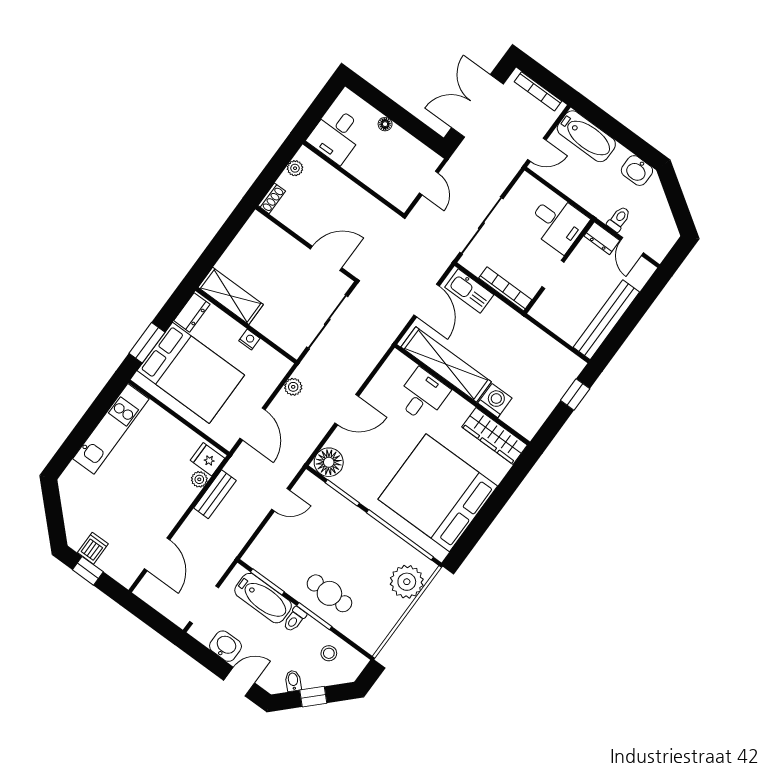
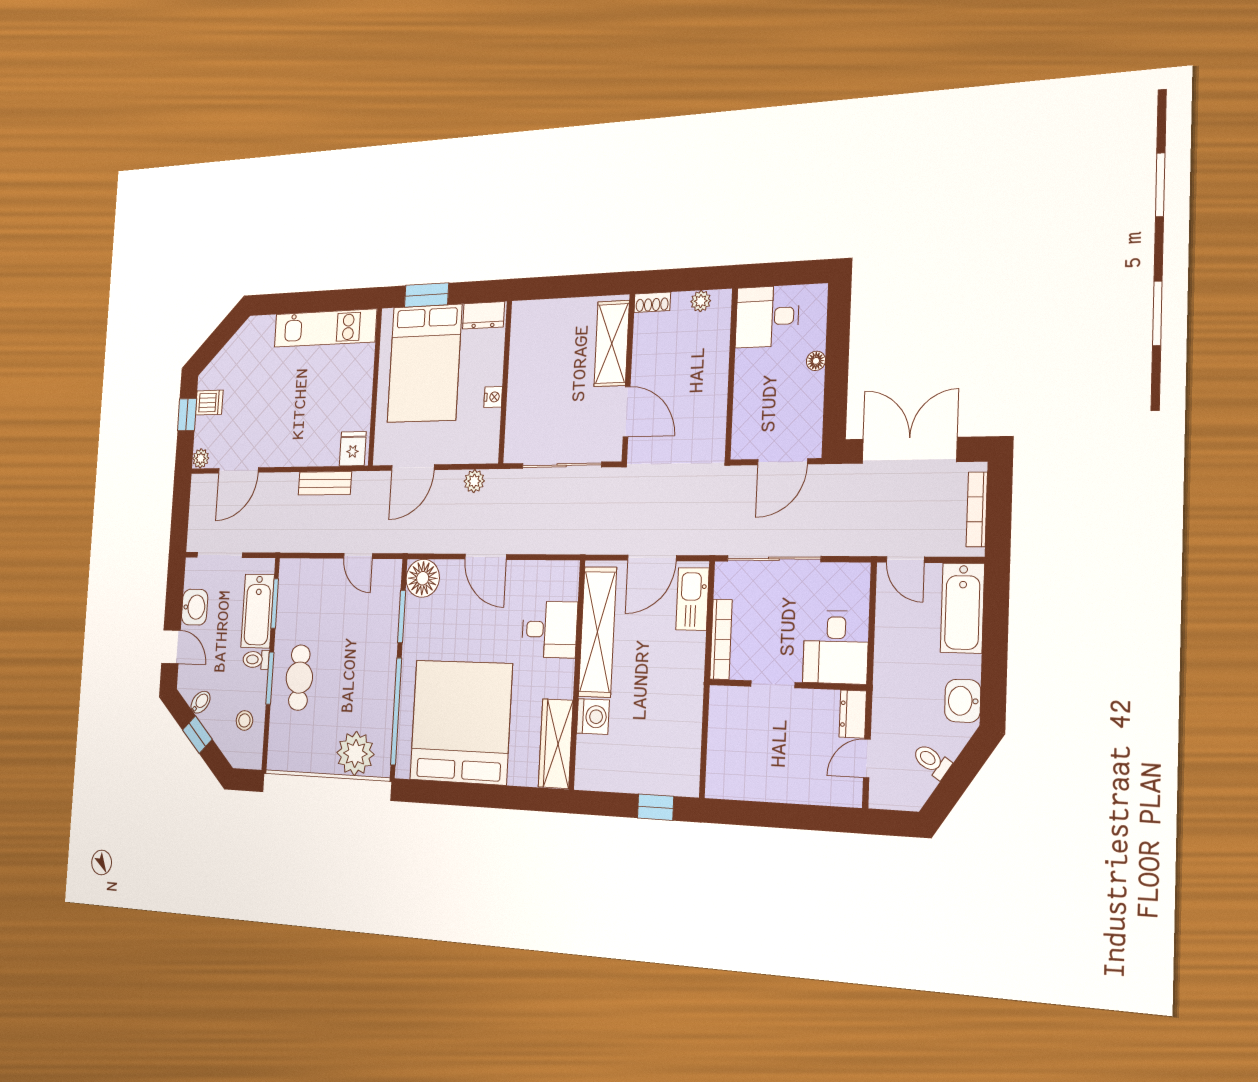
door: (429, 183) -> (782, 462), width x1.38
toilet: (619, 219) -> (932, 761), moved, turned -146
shelving: (231, 296) -> (612, 343), moved
bench: (606, 320) -> (762, 786), removed
plant: (199, 479) -> (201, 458), moved

